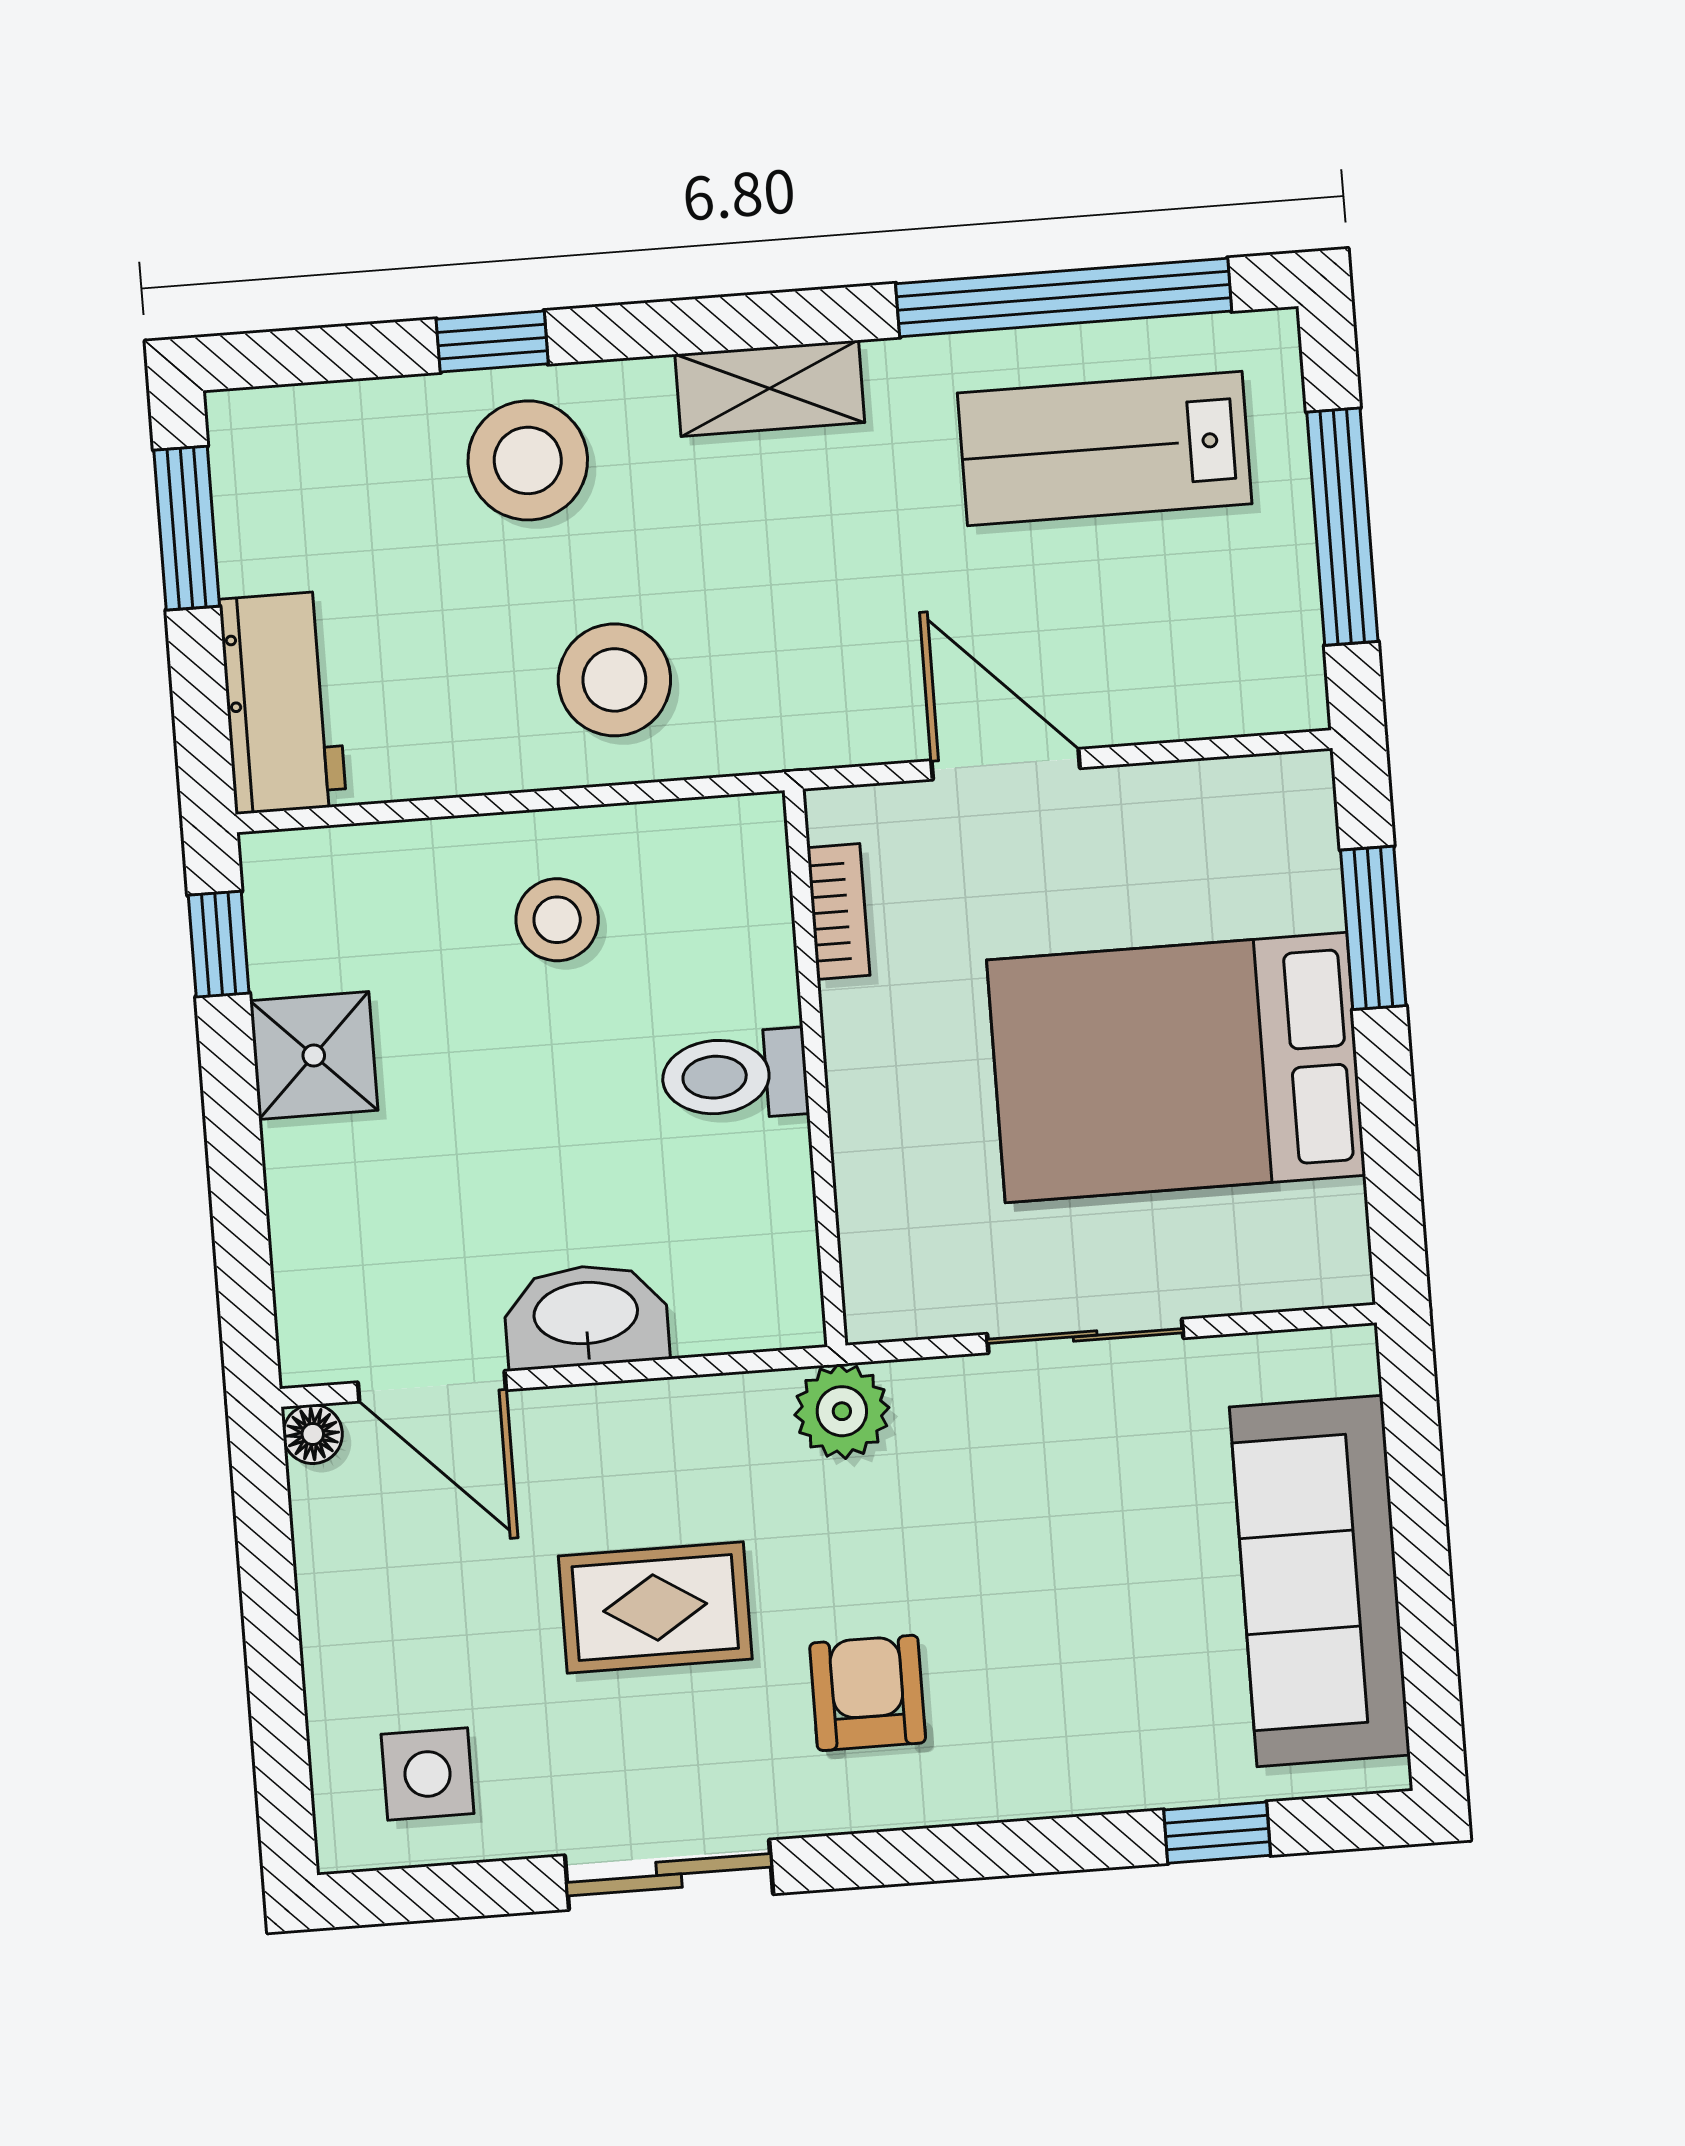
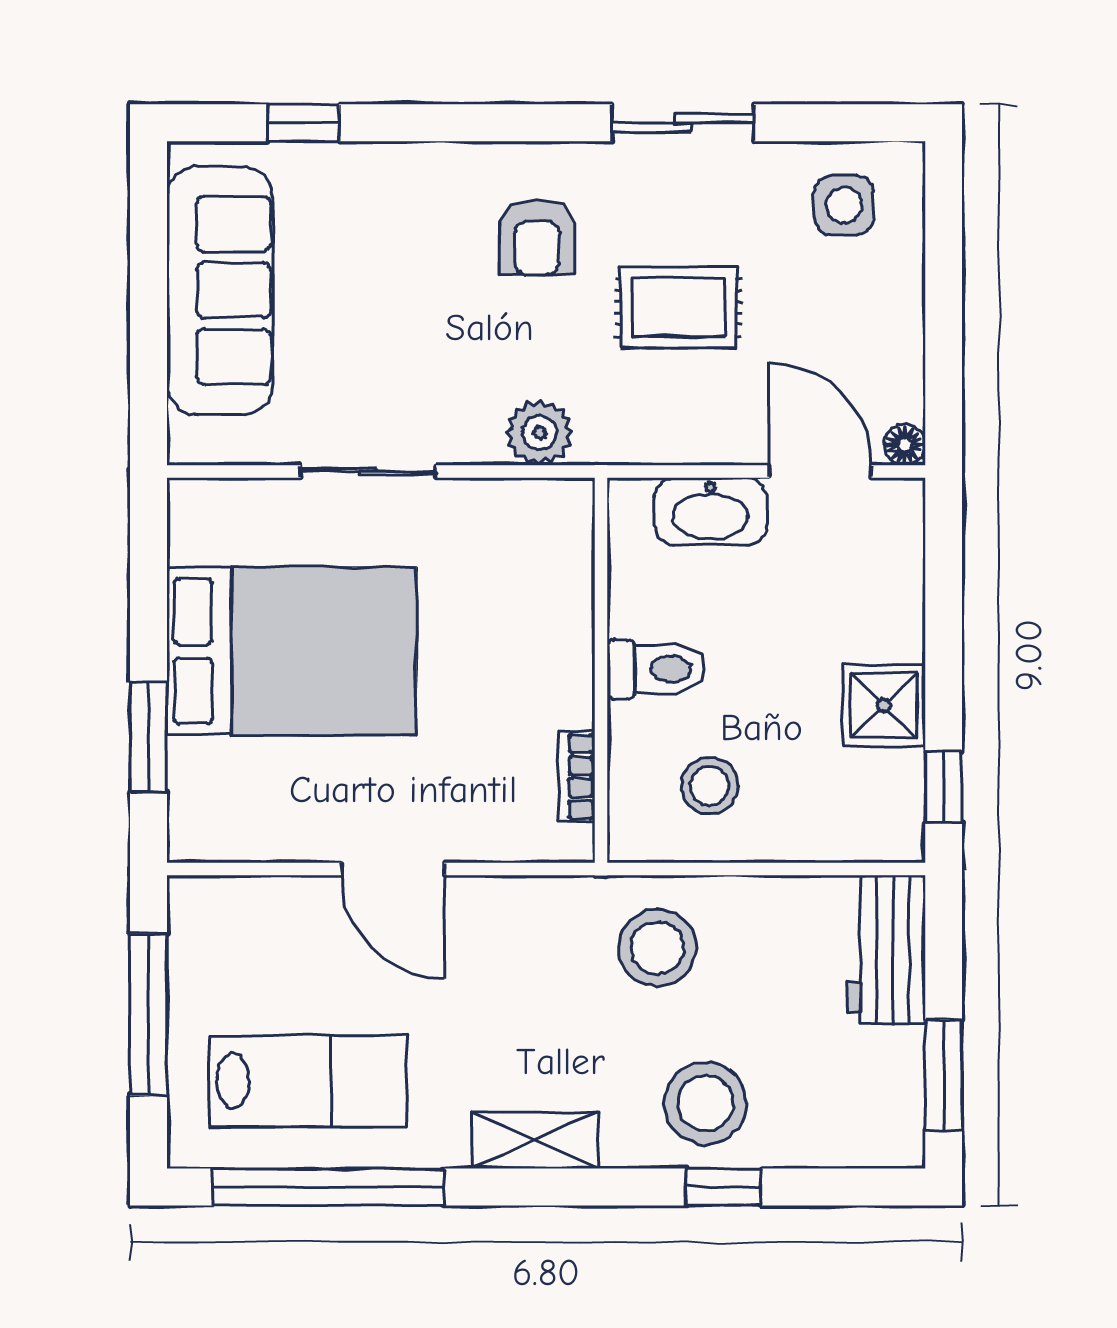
bookcase: (838, 911) -> (577, 777), moved
wall: (815, 1068) -> (601, 670), moved
toilet: (735, 1076) -> (657, 669), moved

